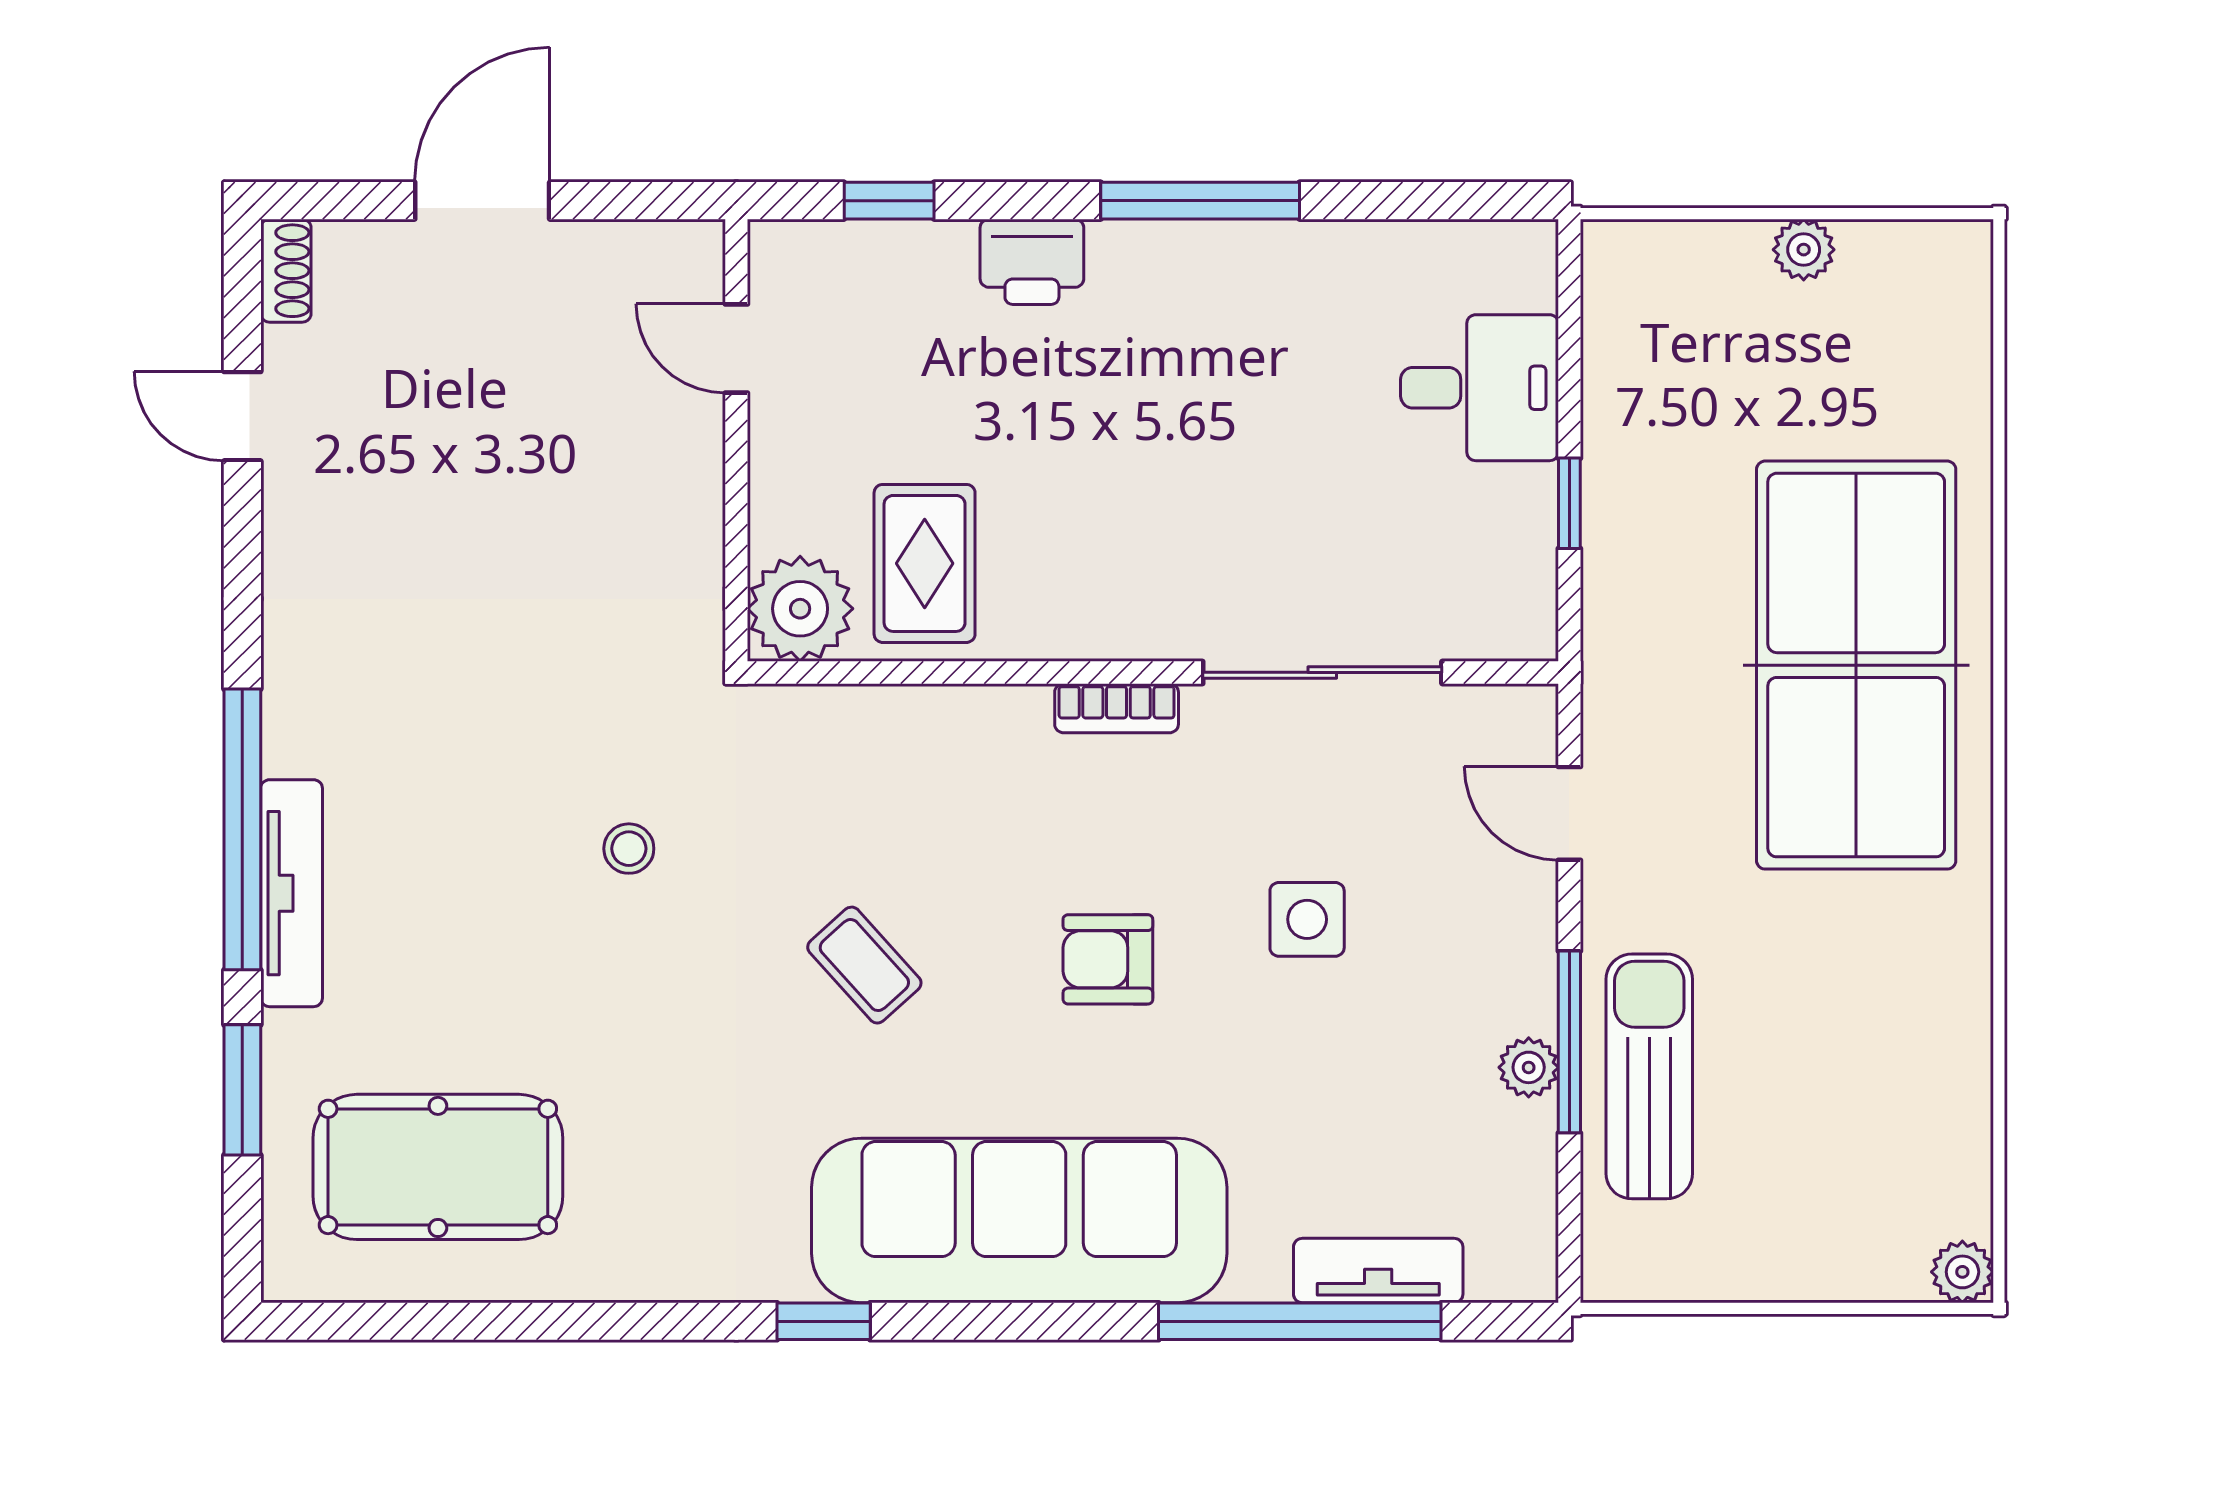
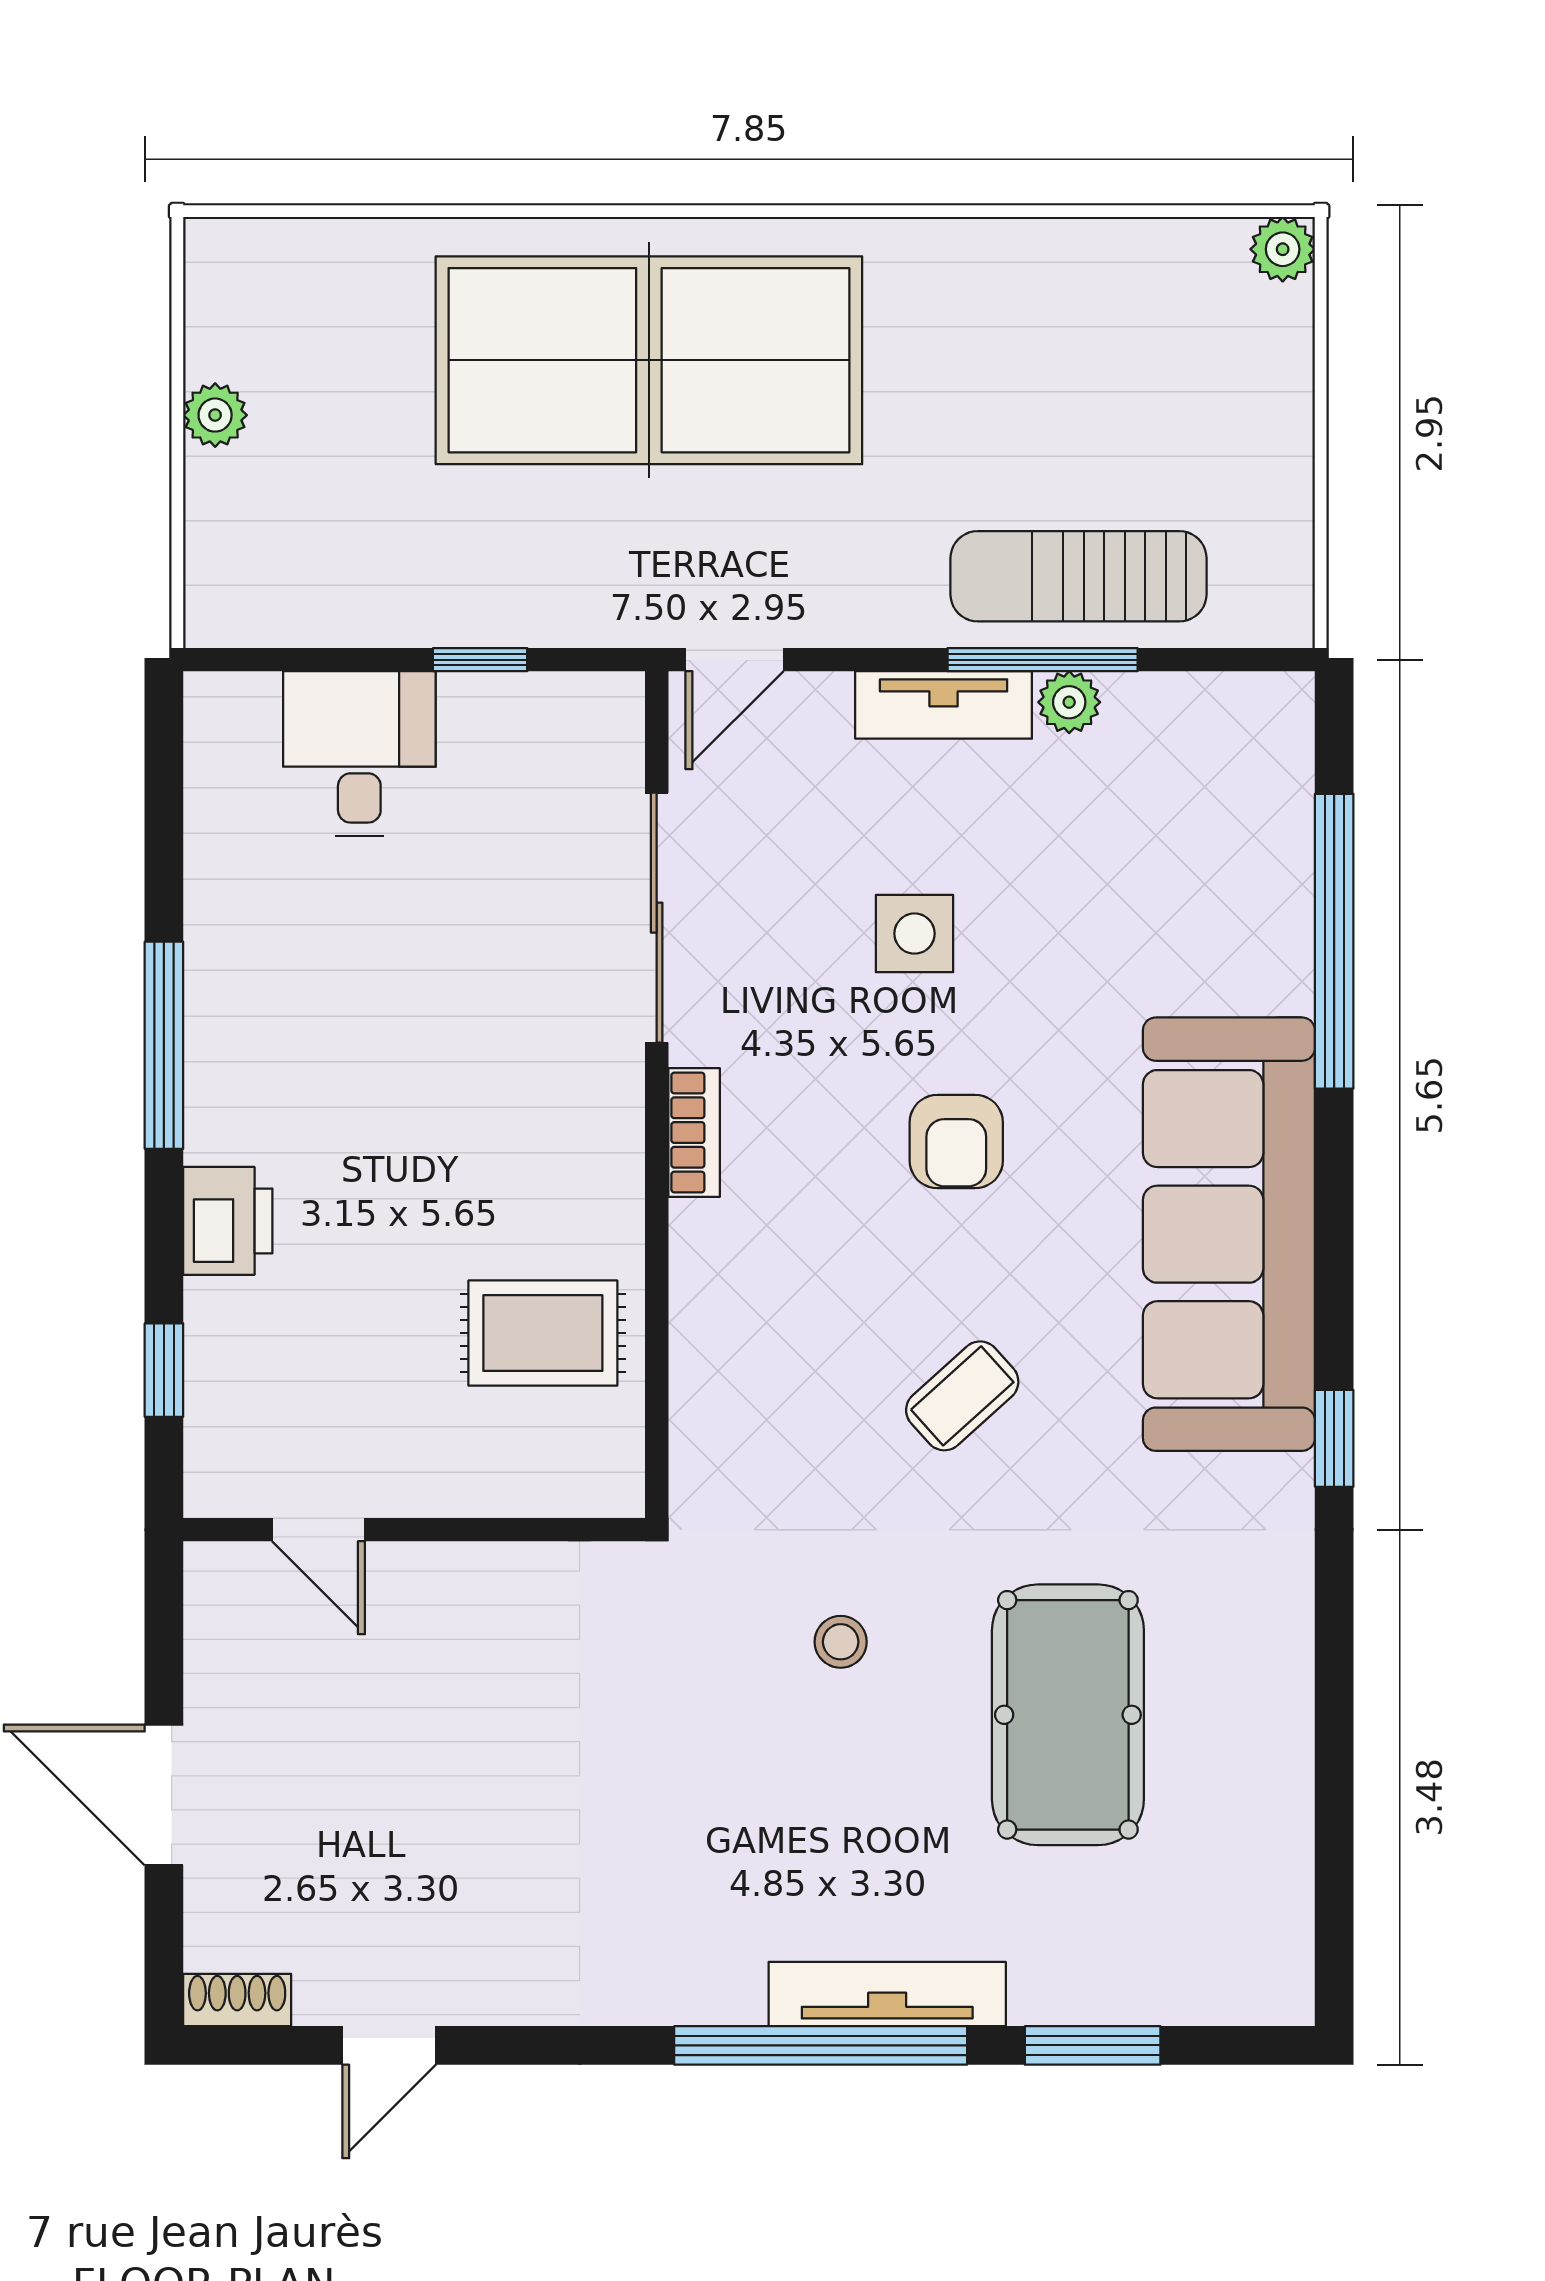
door: (736, 348) -> (318, 1530), hinge flipped
plant: (800, 609) -> (590, 1463), removed
door: (1569, 813) -> (734, 660), moved
pool table: (438, 1167) -> (1068, 1715), moved
tv unit: (1378, 1271) -> (944, 705), moved, turned -90

